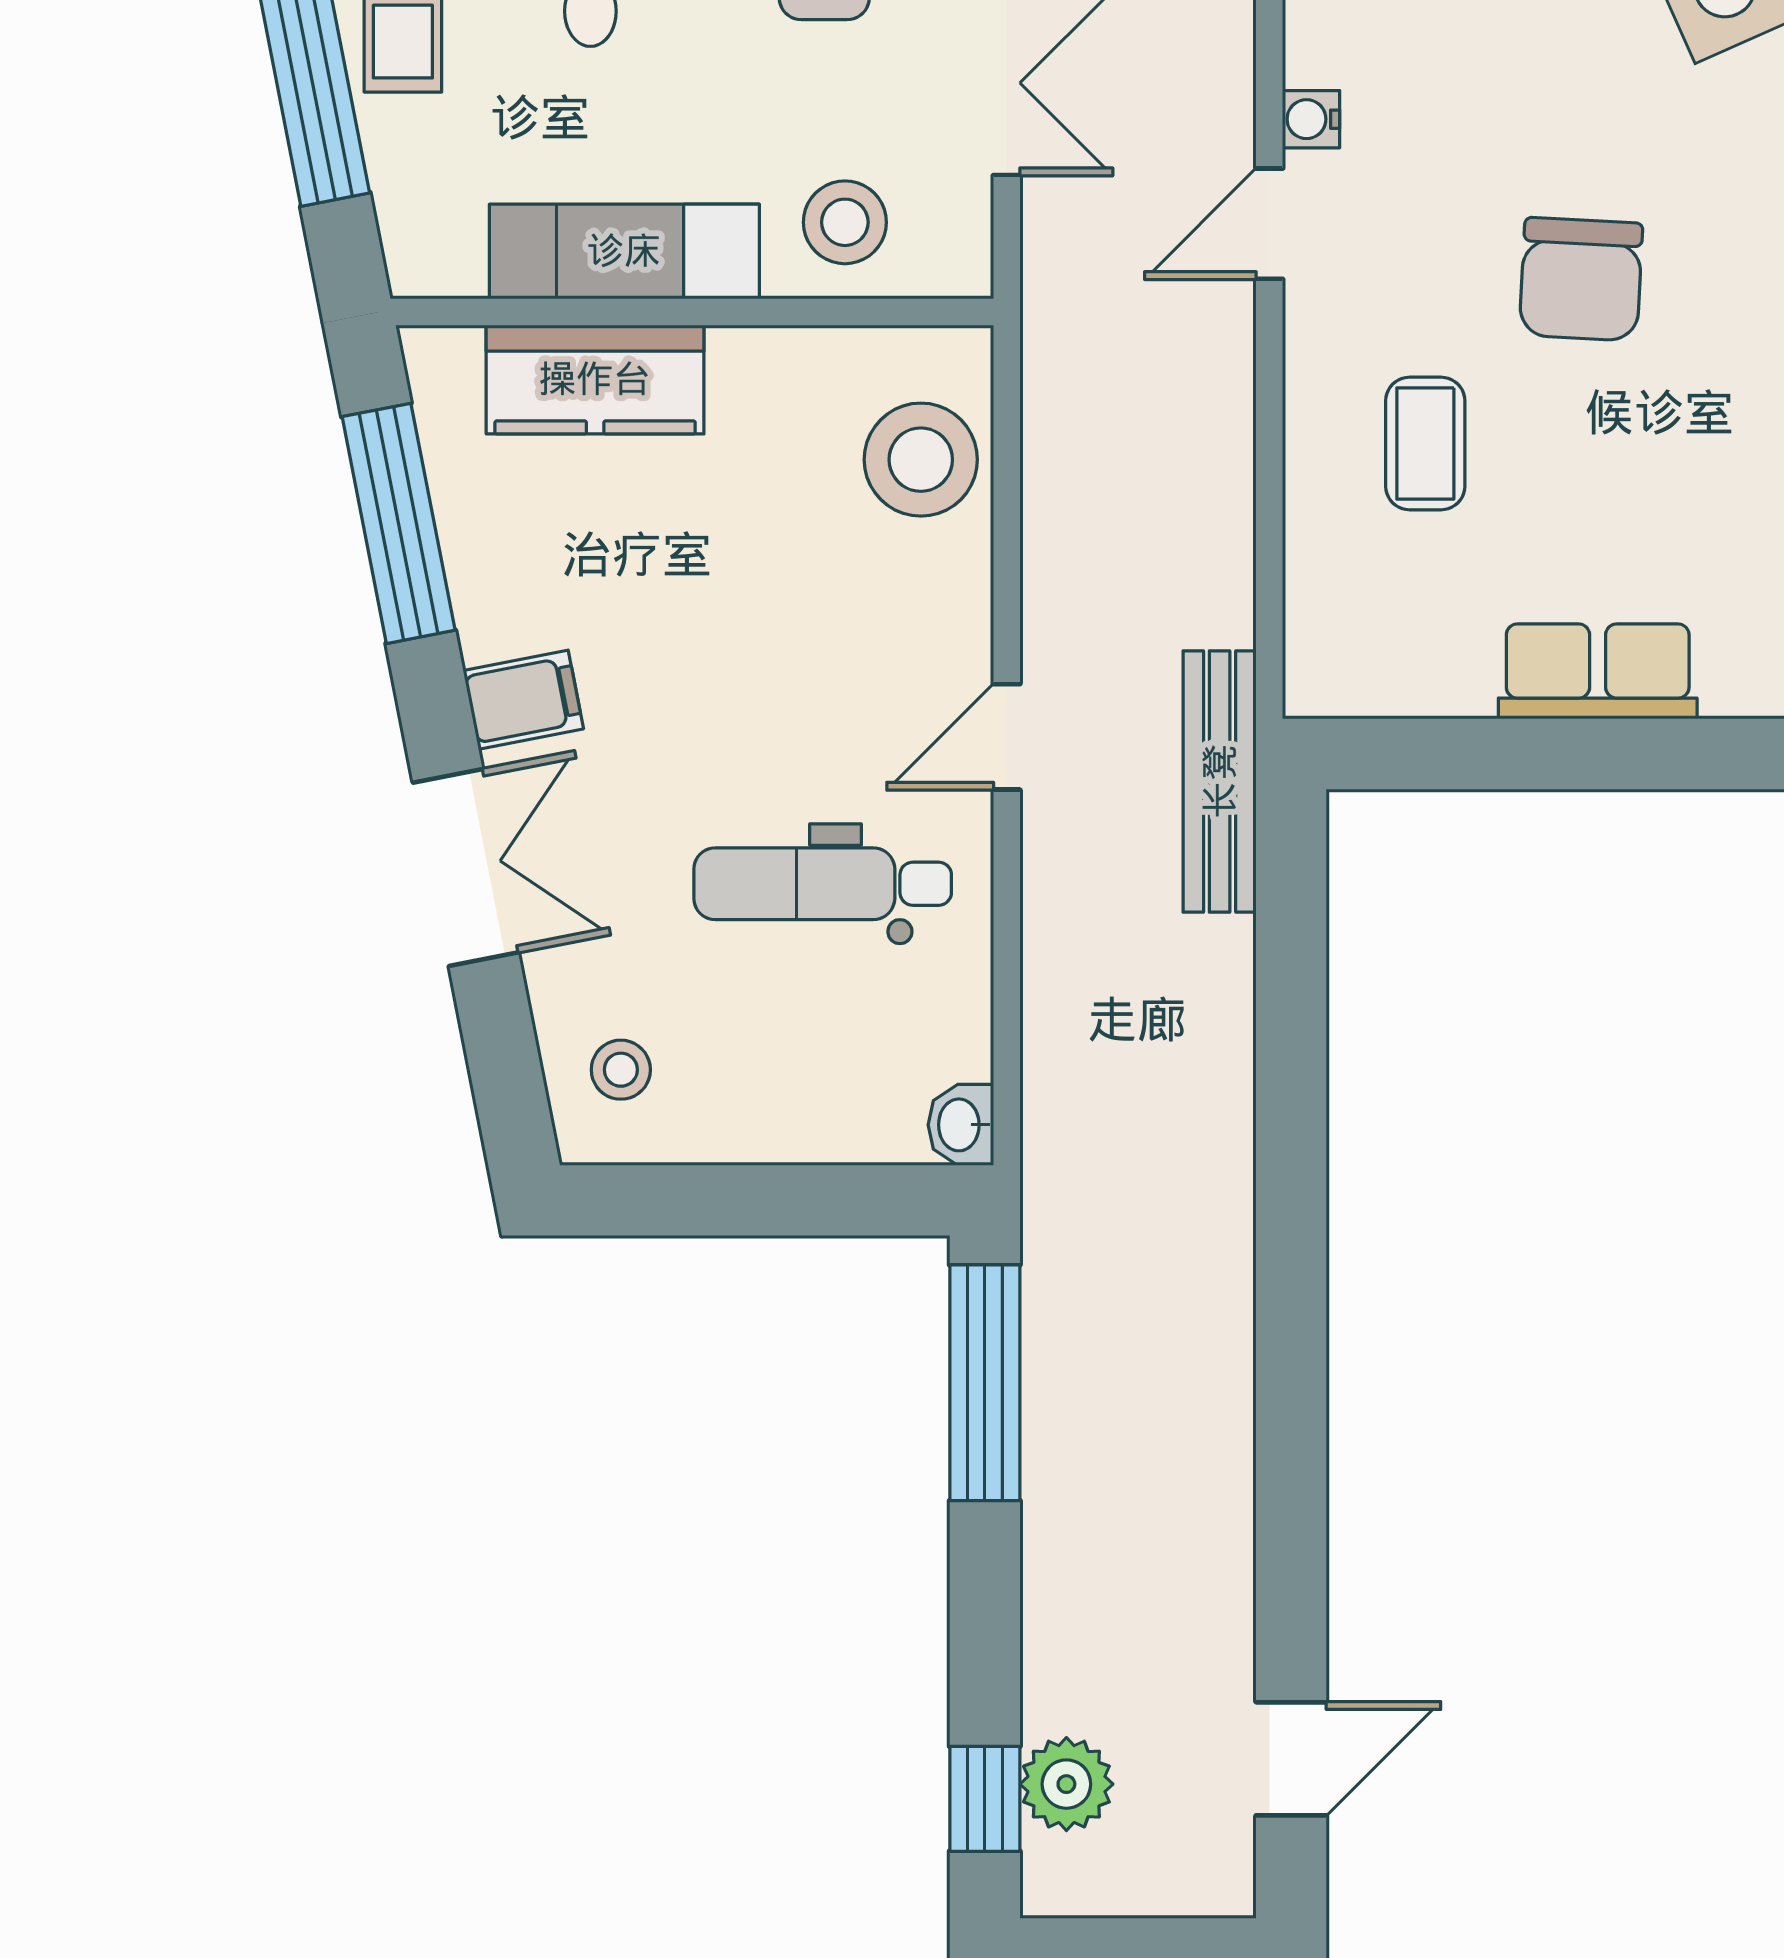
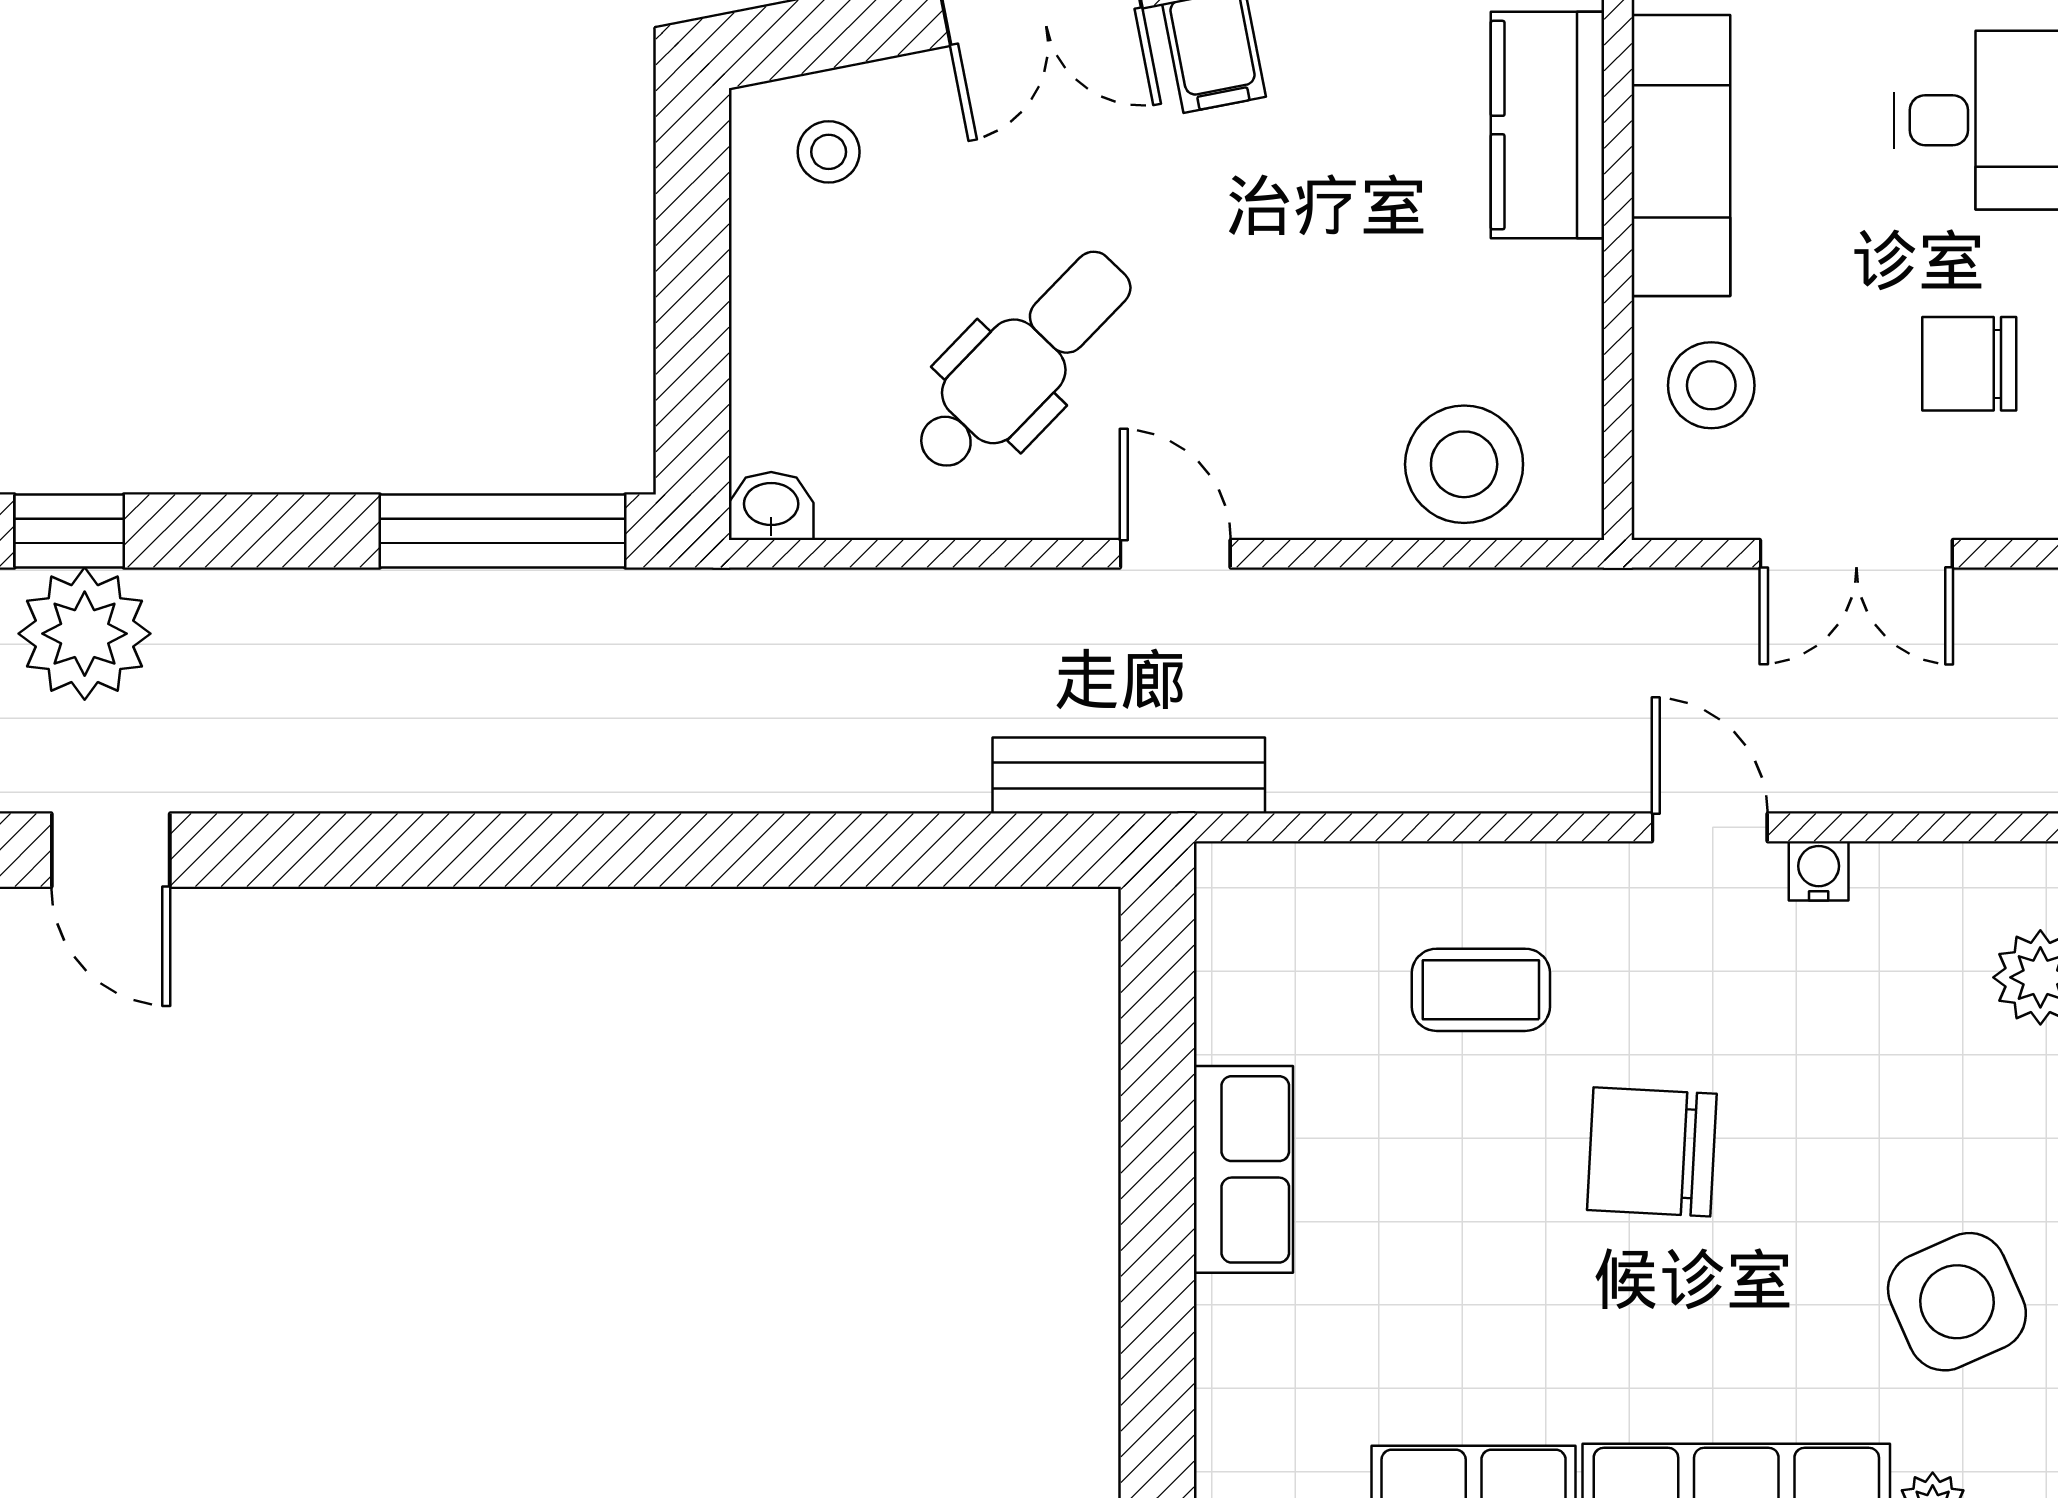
dental chair: (823, 884) -> (1022, 362), turned 44
plant: (1066, 1784) -> (85, 634), width x1.36, depth x1.36

